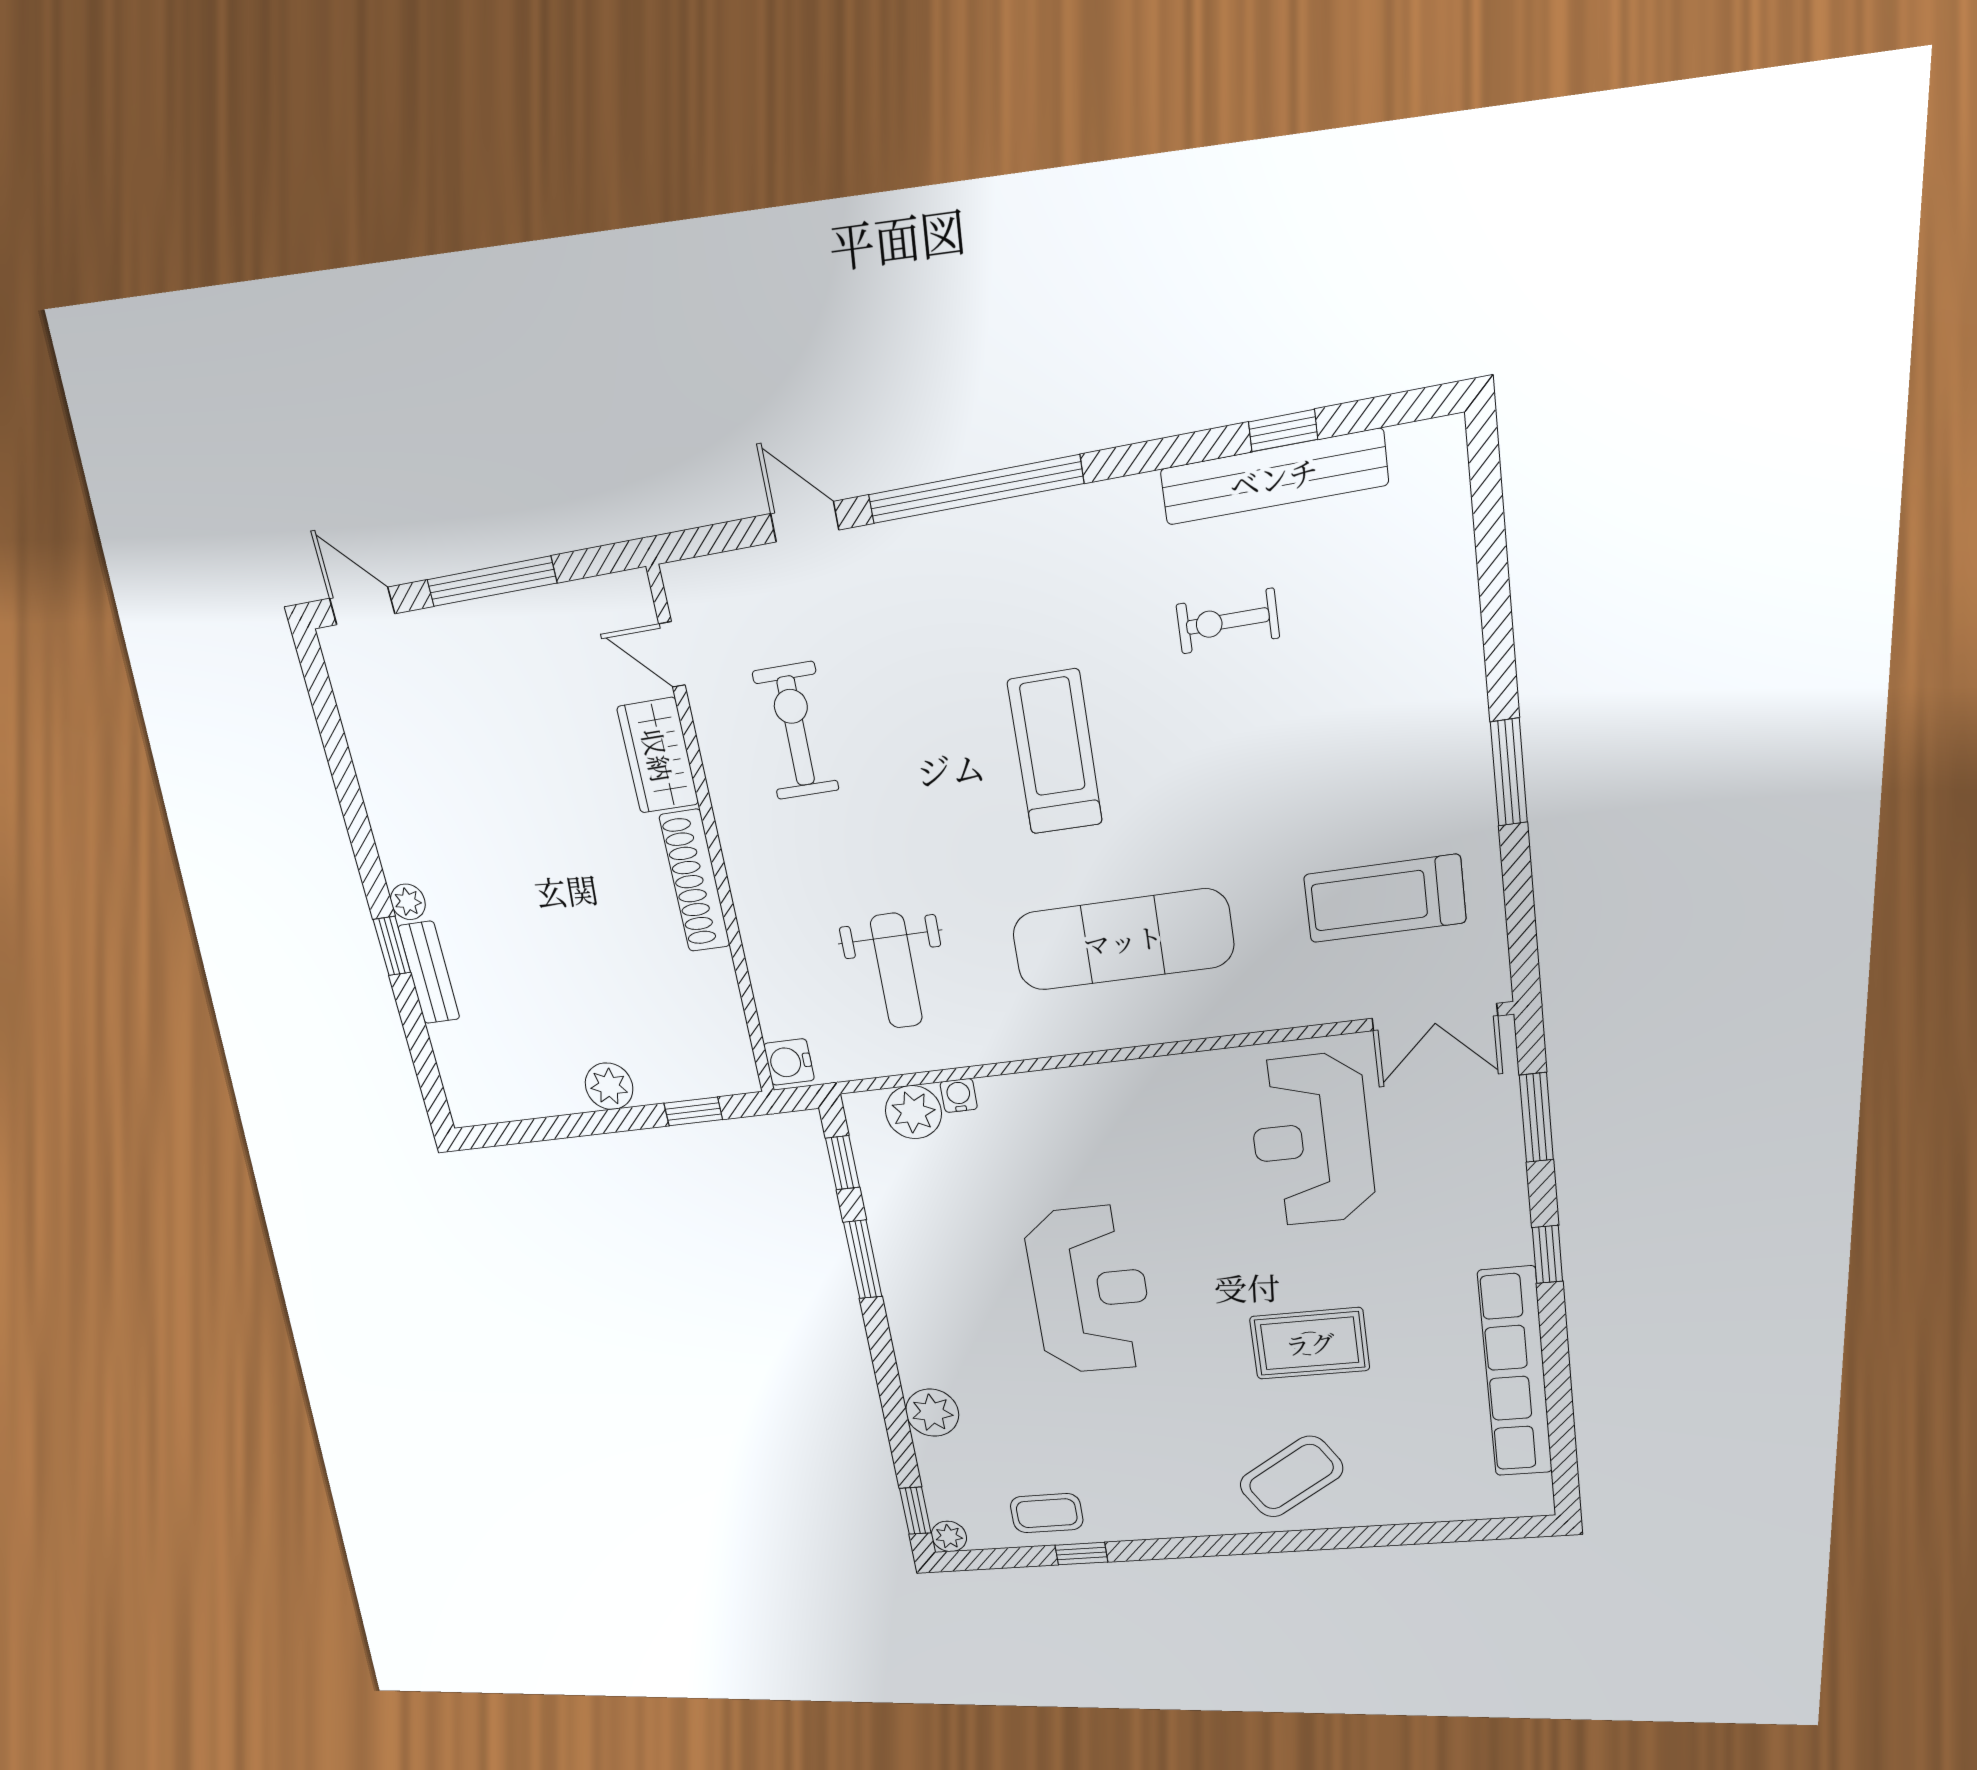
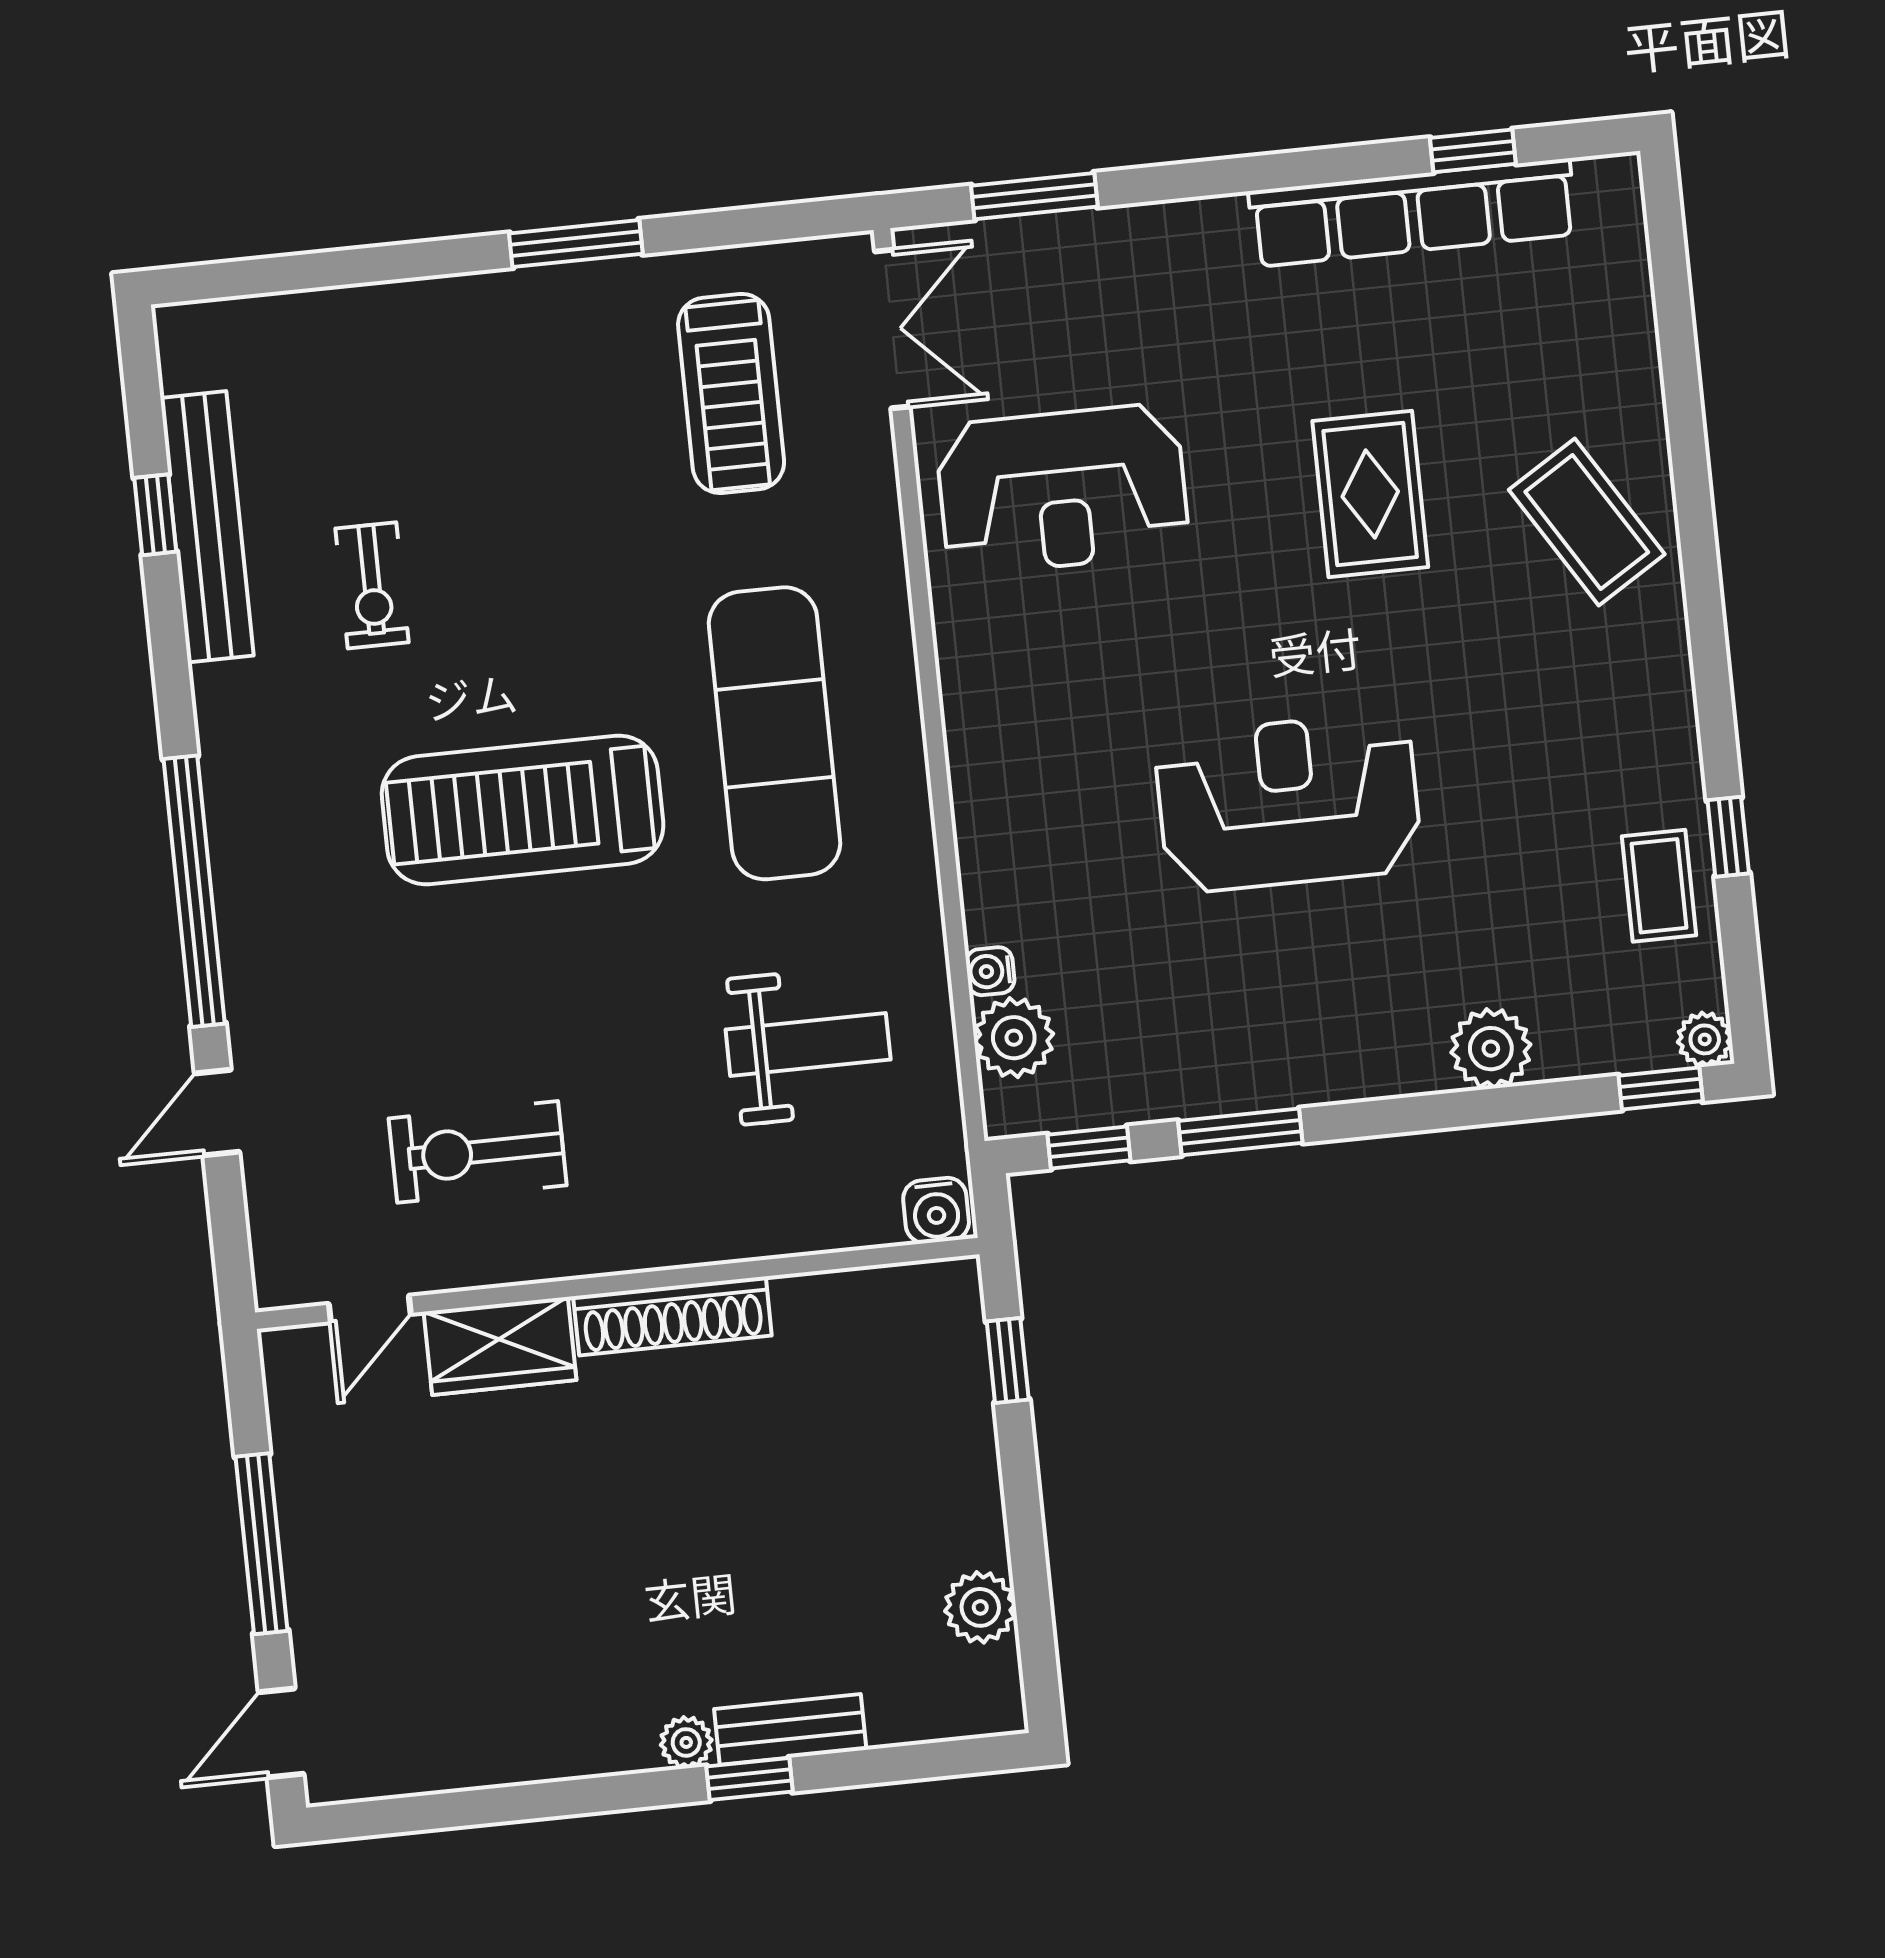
treadmill: (1055, 752) -> (523, 810), width x1.37, depth x1.38
plant: (609, 1086) -> (980, 1607), moved
window: (1547, 1254) -> (1473, 151), moved

